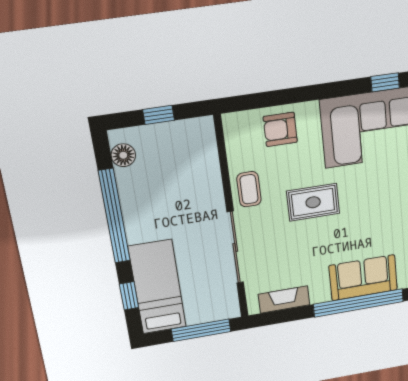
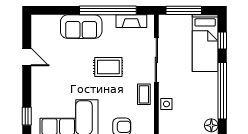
side table: (208, 179) -> (166, 104), added
rug: (313, 202) -> (108, 67), moved
window: (359, 303) -> (108, 10), moved

